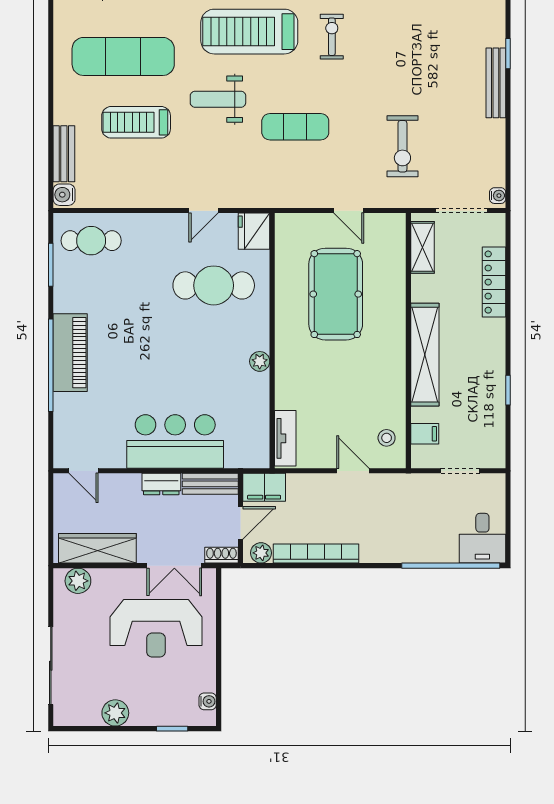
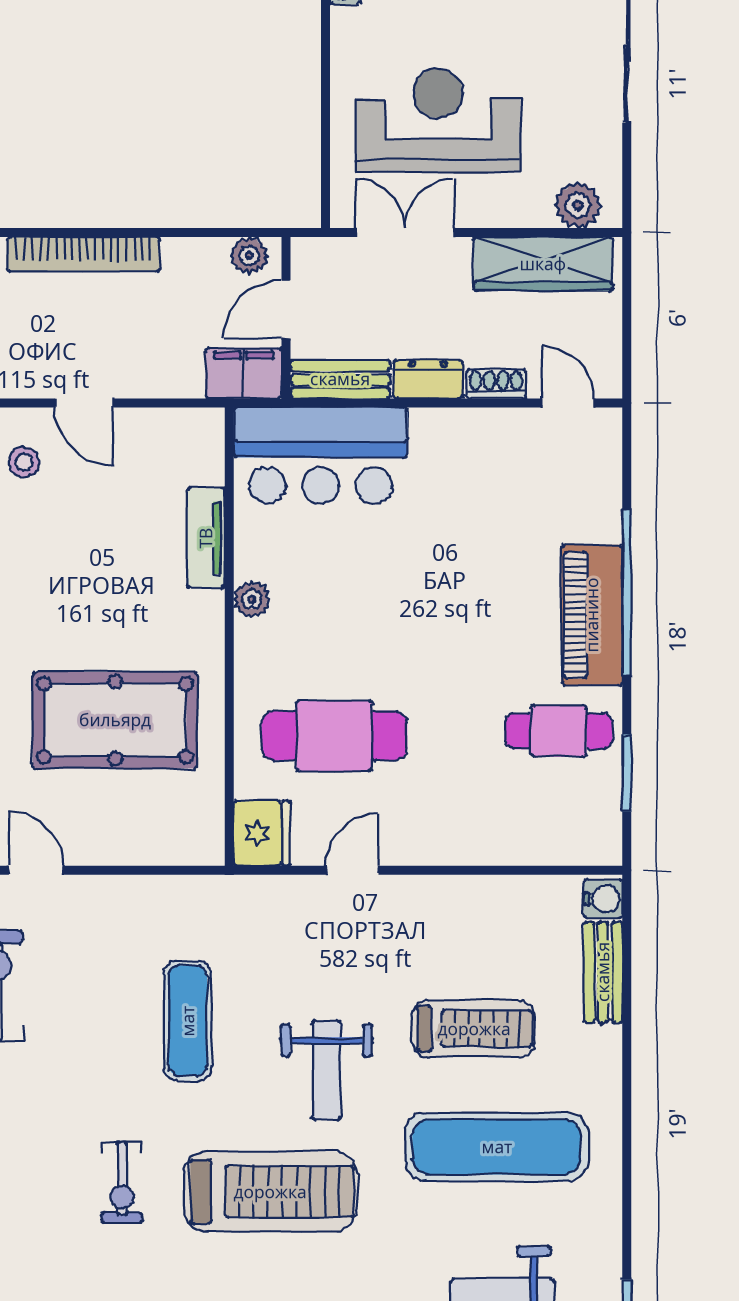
weight bench: (218, 99) -> (327, 1070), turned 90
exercise mat: (295, 127) -> (188, 1021), turned 90
door: (349, 211) -> (36, 870), moved
cafe table: (91, 241) -> (559, 731), moved
pool table: (336, 294) -> (115, 720), turned 90
tv unit: (285, 438) -> (206, 538), moved
bar counter: (175, 441) -> (321, 456), moved
bookcase: (316, 554) -> (83, 254), moved
shoe rack: (221, 555) -> (496, 384), moved, turned 180

